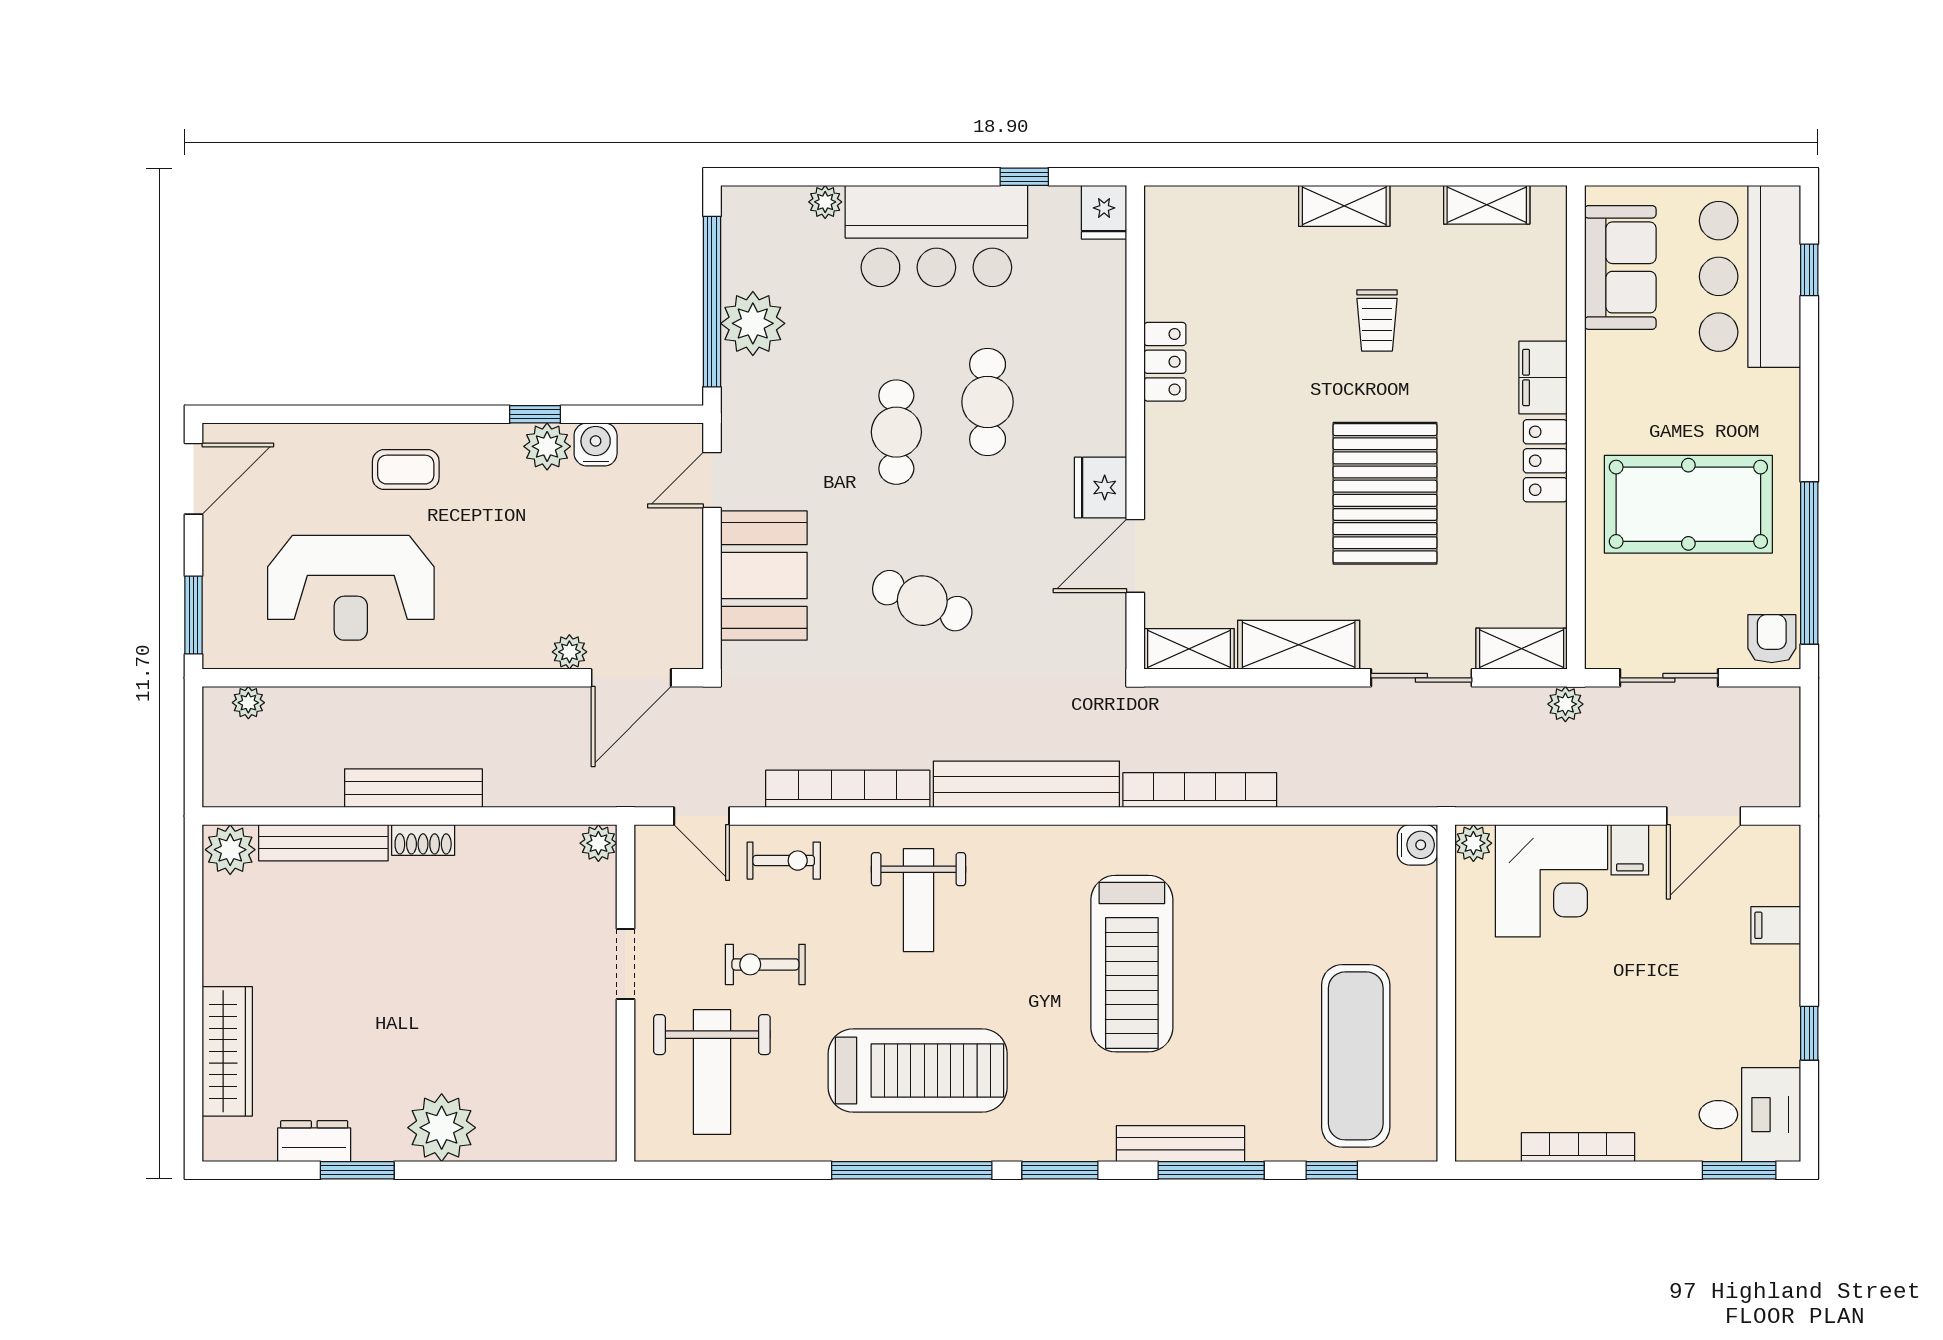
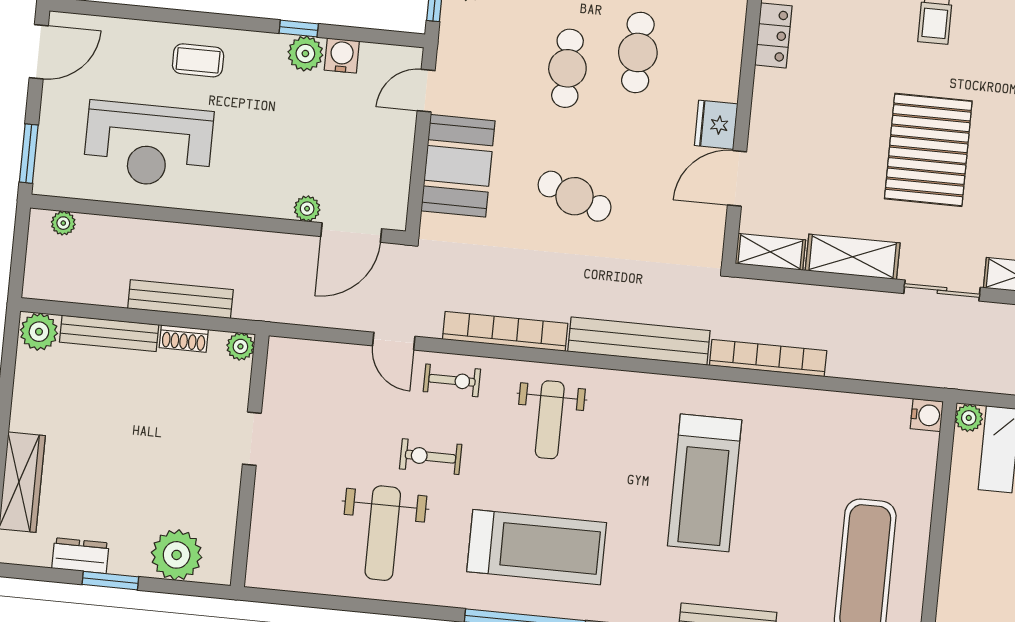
plant: (598, 843) -> (240, 346), moved
doorway: (626, 964) -> (252, 439), moved
wall: (626, 993) -> (250, 461), moved

